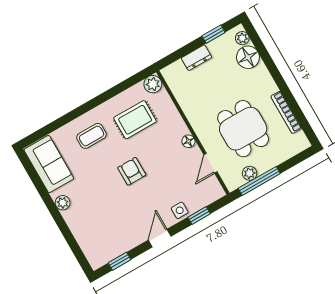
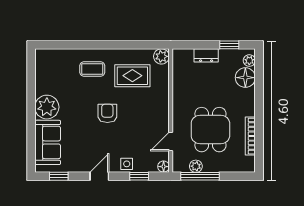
floor lamp: (188, 141) -> (164, 167), moved
sofa: (49, 164) -> (48, 142), moved
plant: (63, 203) -> (47, 107), width x1.87, depth x1.87

